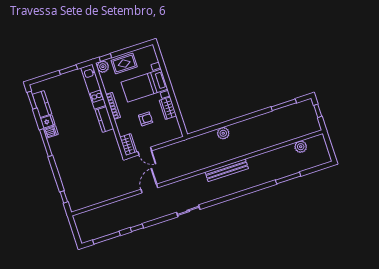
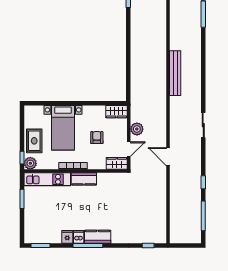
kitchen counter: (42, 104) -> (98, 237), moved
wardrobe: (168, 108) -> (117, 112), moved
plant: (223, 133) -> (137, 129), moved

